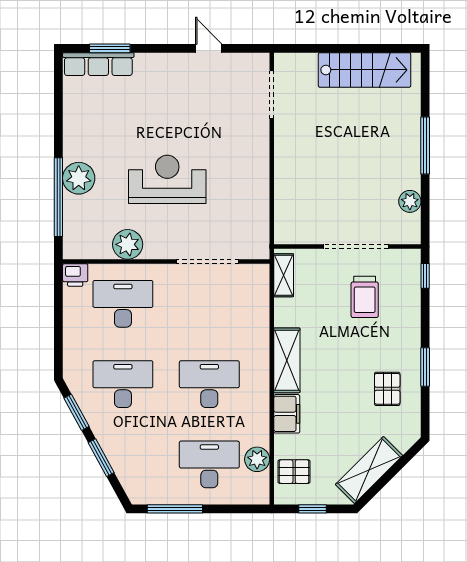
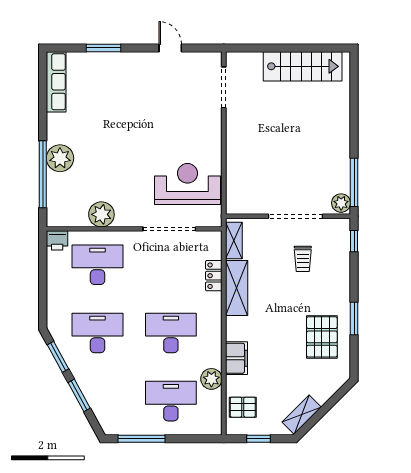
window: (110, 48) -> (104, 48), moved
row of seats: (98, 64) -> (56, 82), moved, turned -90
window: (425, 146) -> (354, 182), moved
reception desk: (167, 179) -> (187, 184), moved
plant: (410, 201) -> (341, 203), moved
trolley: (365, 297) -> (303, 259), width x0.73, depth x0.72
locker: (260, 317) -> (214, 276), added
shelving: (287, 360) -> (237, 288), moved
pallet: (387, 389) -> (322, 337), width x1.50, depth x1.42
plant: (257, 459) -> (211, 379), moved
shelving: (369, 470) -> (302, 415), width x0.67, depth x0.75

